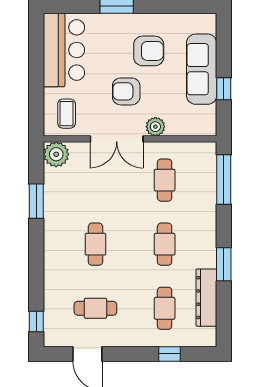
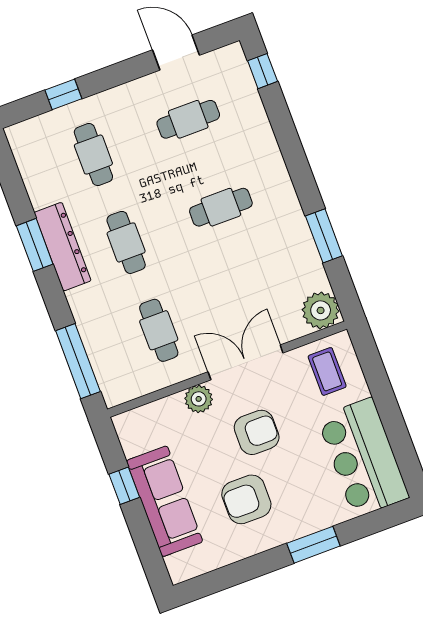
cafe table: (95, 244) -> (221, 207), turned 90
dresser: (206, 298) -> (63, 247), moved

